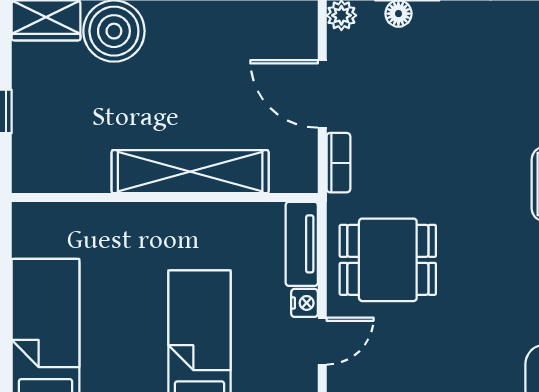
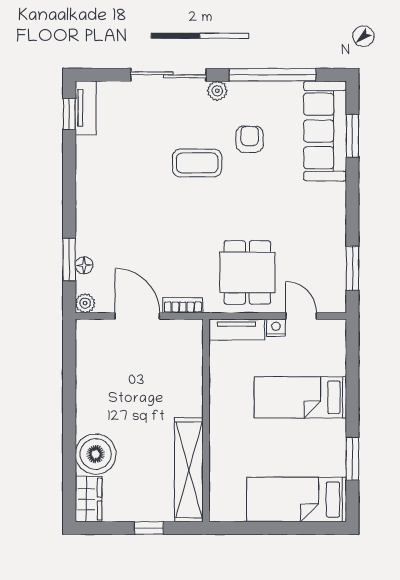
door: (322, 94) -> (137, 316), swing flipped
shelving: (190, 172) -> (189, 470), moved

